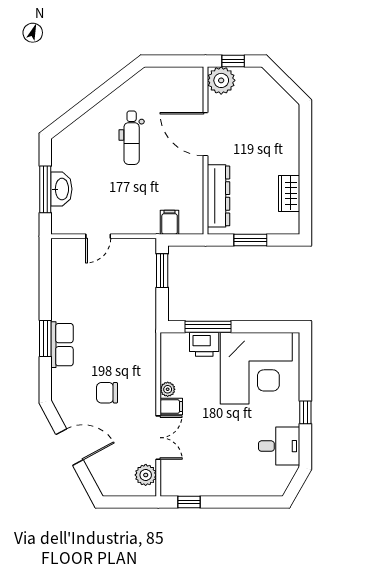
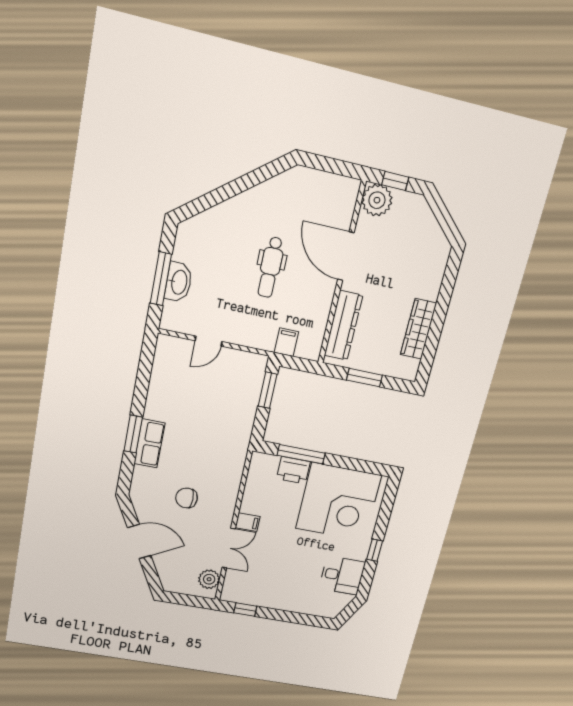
dental chair: (132, 138) -> (270, 267), moved
wardrobe: (289, 193) -> (418, 329), width x1.50
plant: (168, 389) -> (248, 506), removed

